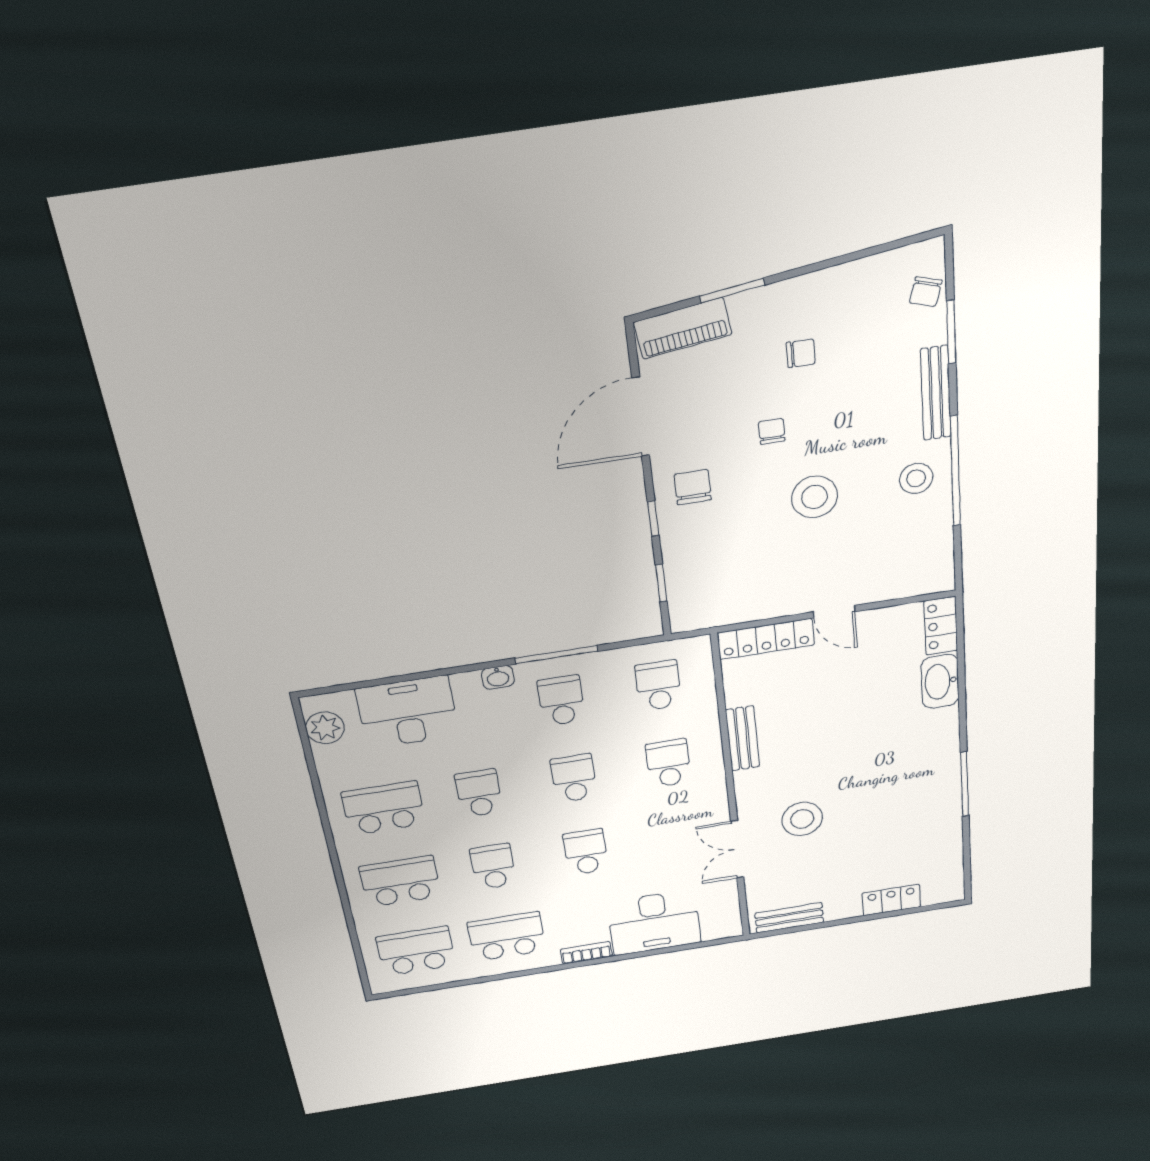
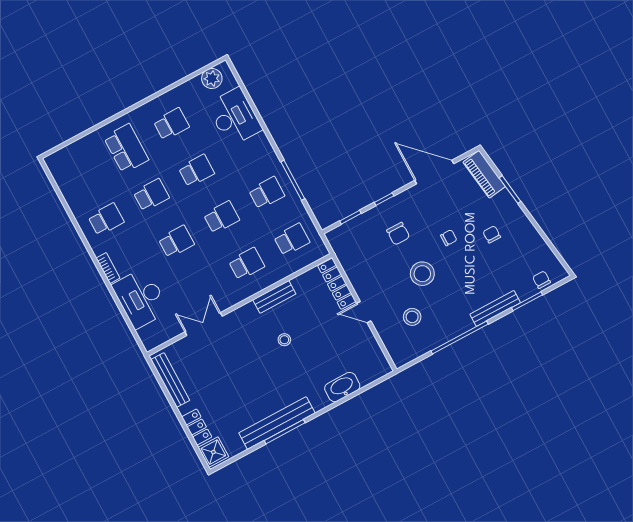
chair: (926, 292) -> (542, 280), turned 73
chair: (801, 353) -> (492, 234), turned 180
stool: (916, 478) -> (412, 317), moved
chair: (693, 487) -> (398, 234), moved, turned 90
door: (834, 612) -> (364, 312), hinge flipped
locker: (941, 626) -> (374, 372), removed
washbasin: (498, 677) -> (270, 156), removed
bench: (945, 791) -> (277, 423), added
school desk: (384, 808) -> (171, 124), width x0.54
stool: (802, 819) -> (284, 340), moved, width x0.53, depth x0.53
shower: (941, 888) -> (213, 452), added
bench: (789, 918) -> (170, 380), width x1.36
school desk: (507, 937) -> (106, 219), width x0.54
school desk: (416, 951) -> (81, 173), removed

